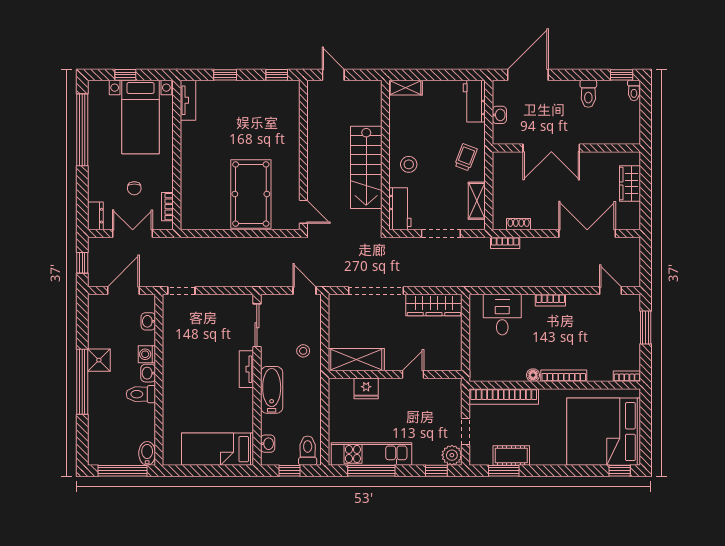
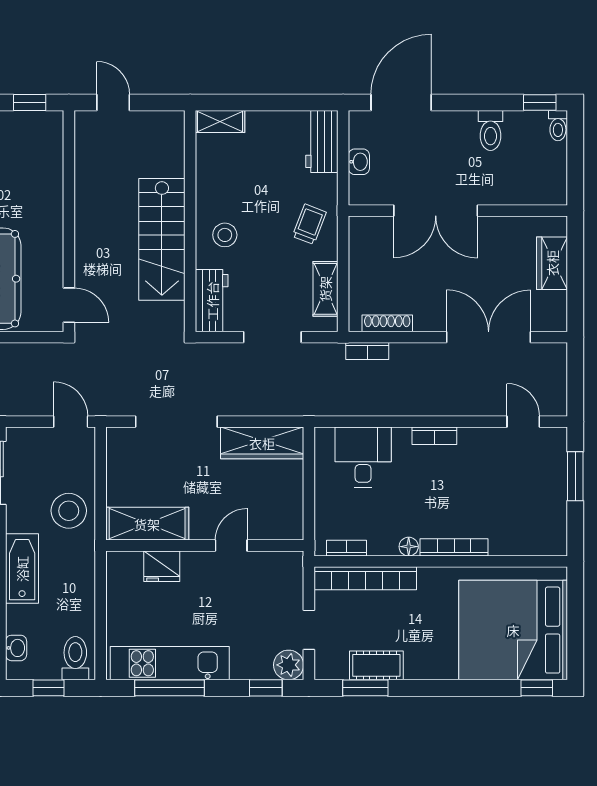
shoe rack: (519, 224) -> (387, 323), width x1.43
stool: (303, 351) -> (69, 511), width x1.89, depth x1.89
bookcase: (627, 376) -> (346, 548), moved

